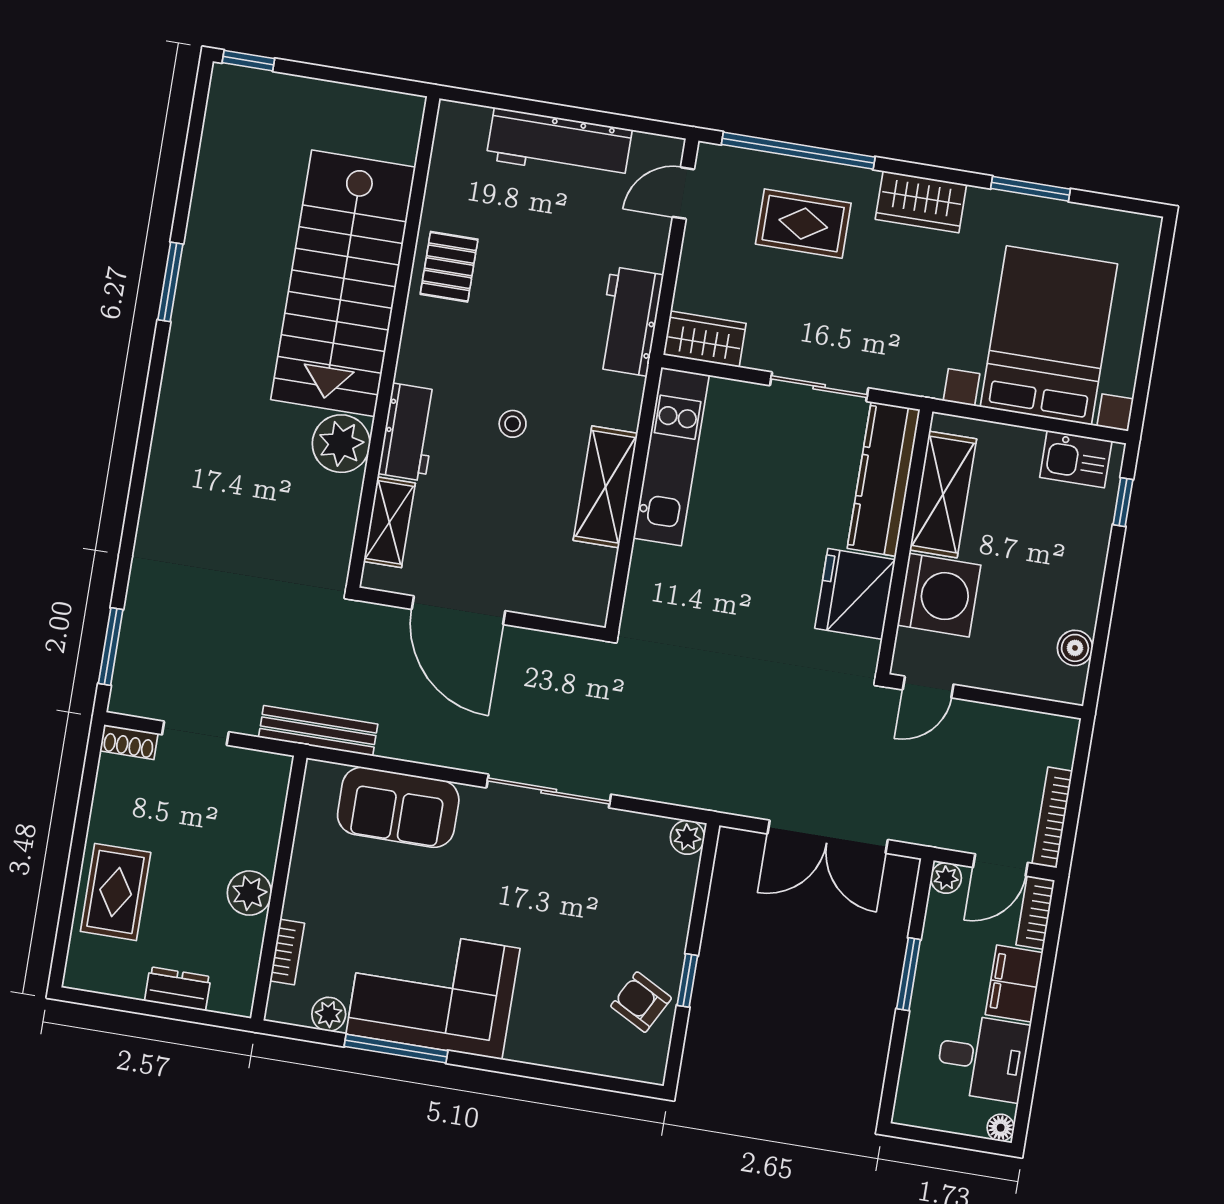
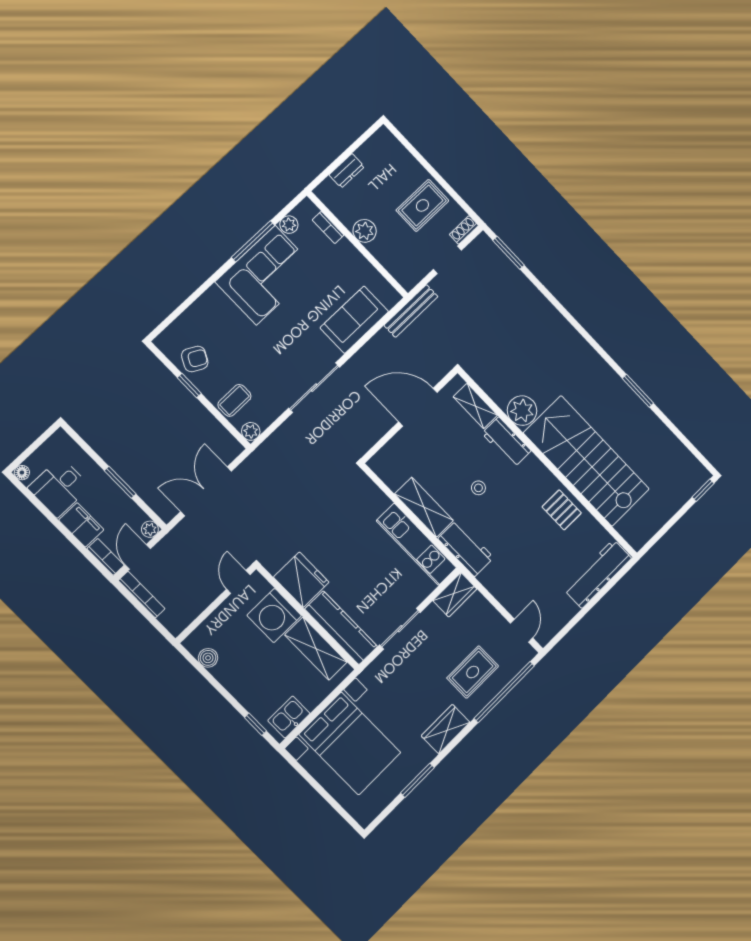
workbench: (559, 144) -> (598, 574), moved
workbench: (629, 321) -> (466, 548), moved
rug: (116, 892) -> (422, 205), moved, turned 90
coffee table: (659, 896) -> (234, 400), added

